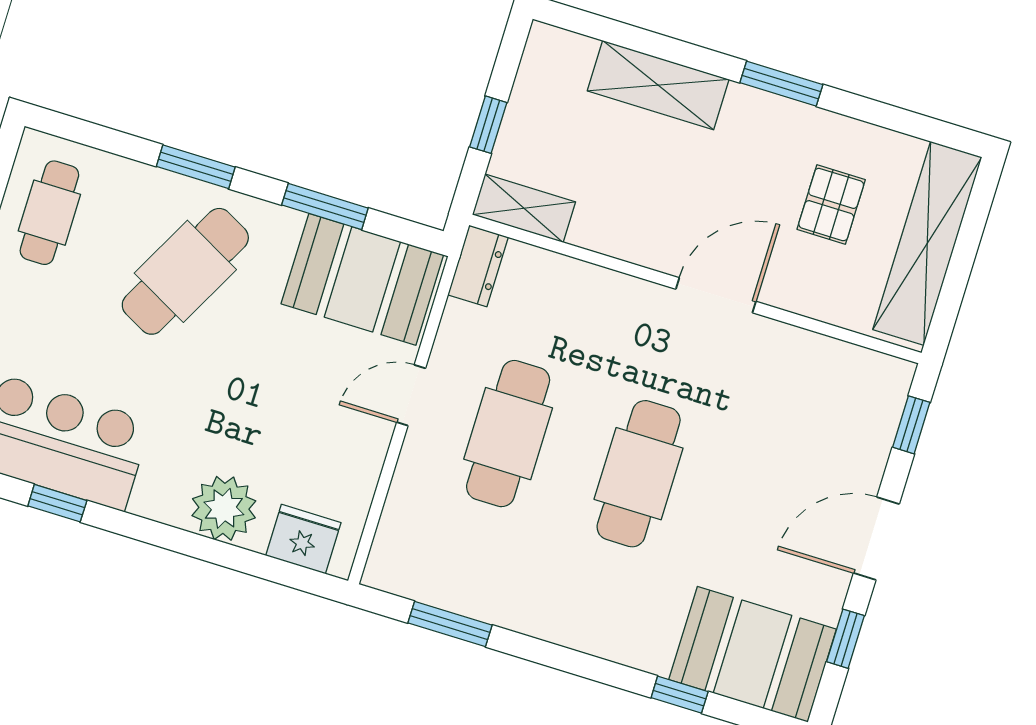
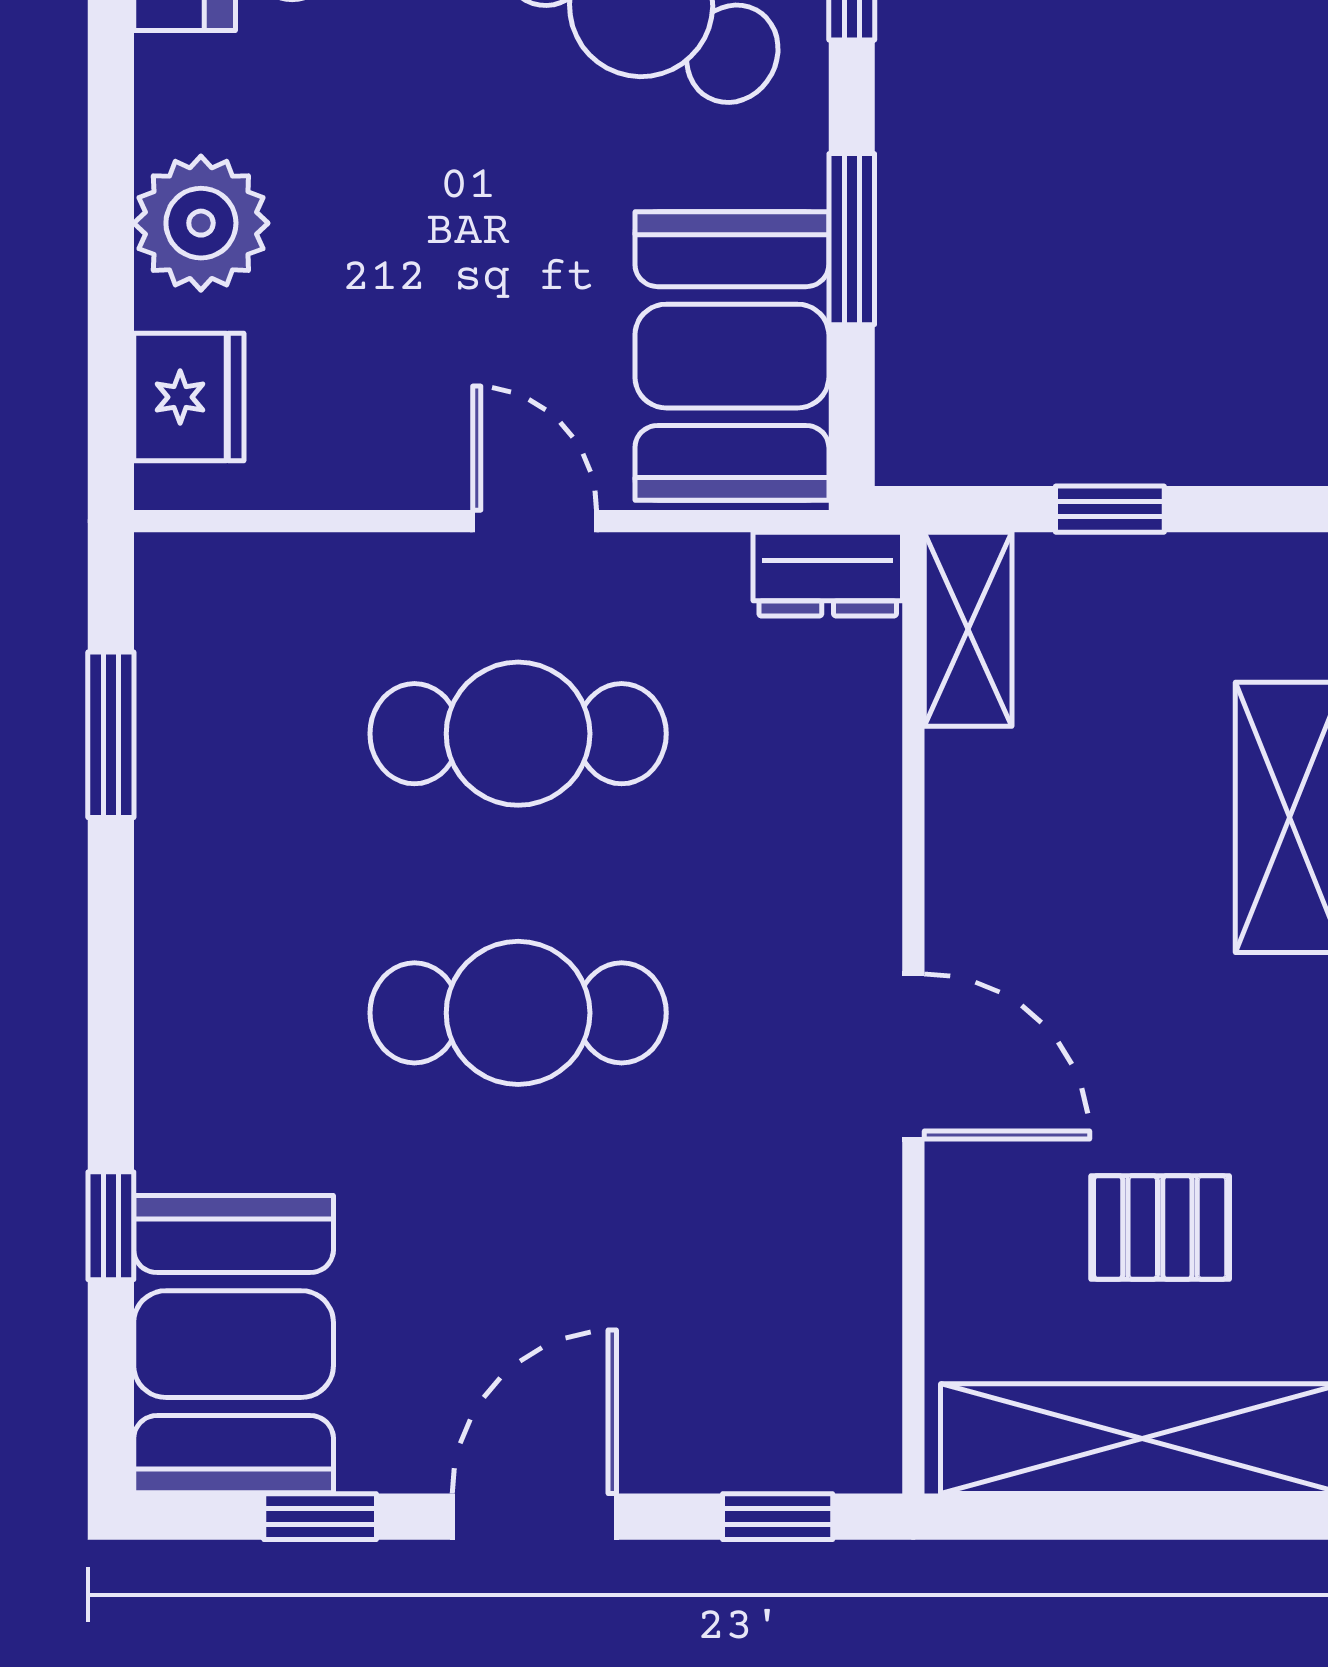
door: (876, 538) -> (534, 1517), hinge flipped

